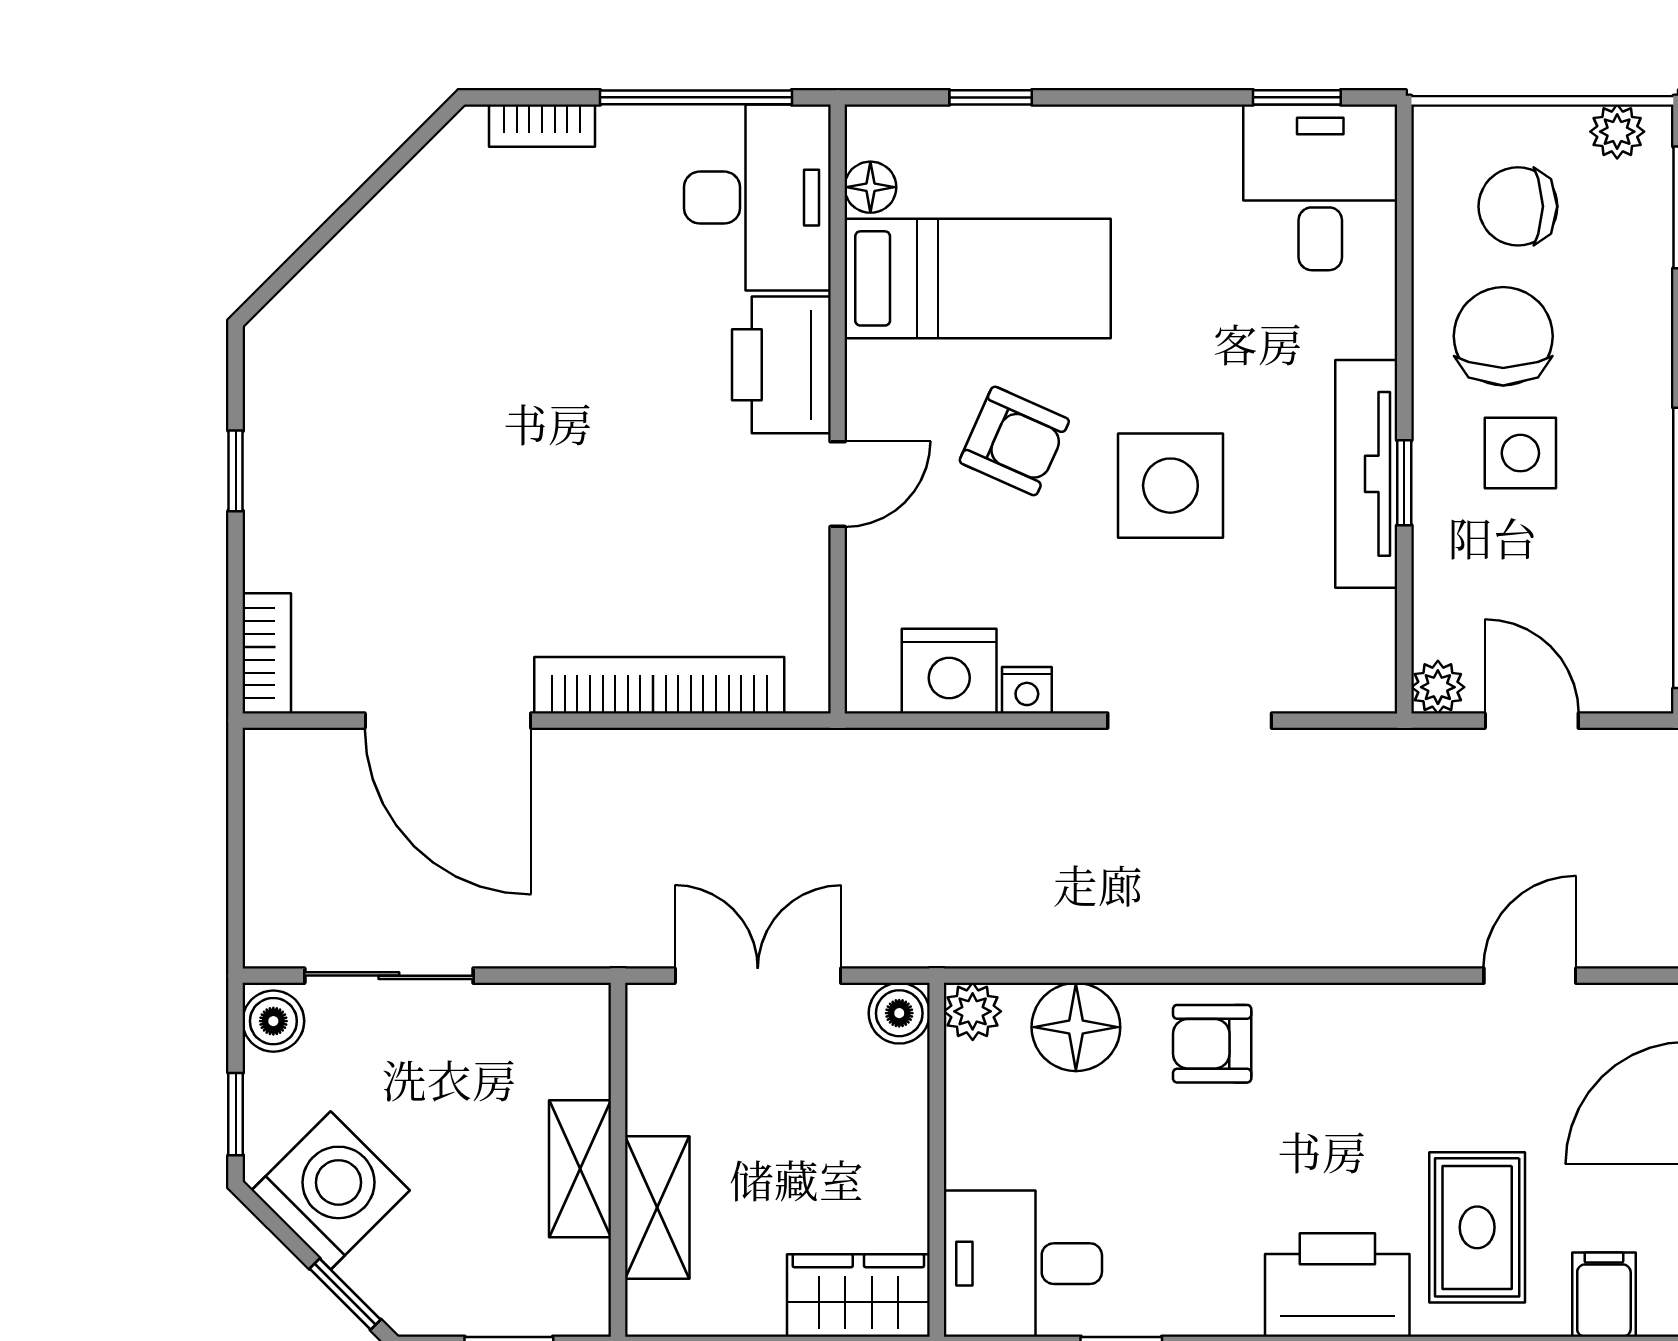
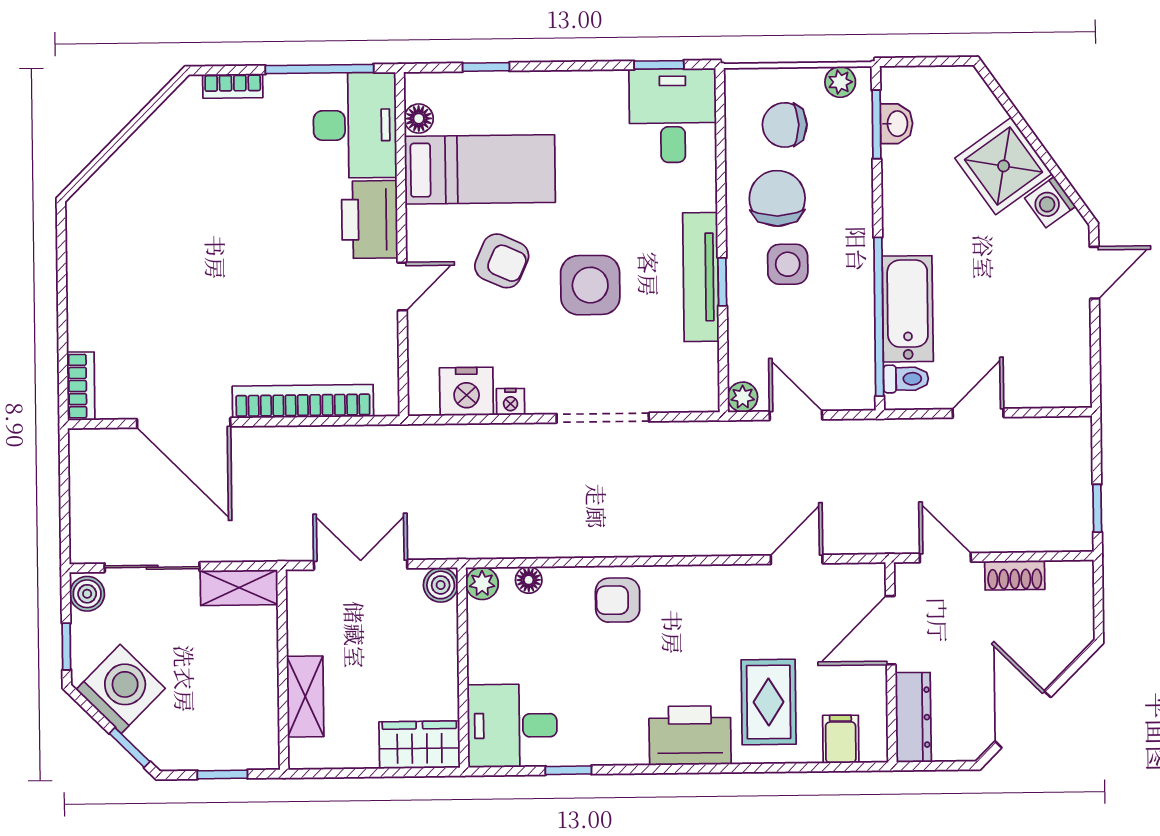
window: (236, 471) -> (62, 283), removed
floor lamp: (1076, 1027) -> (529, 580), width x0.53, depth x0.53
shelving: (580, 1169) -> (239, 588), moved, turned 90

